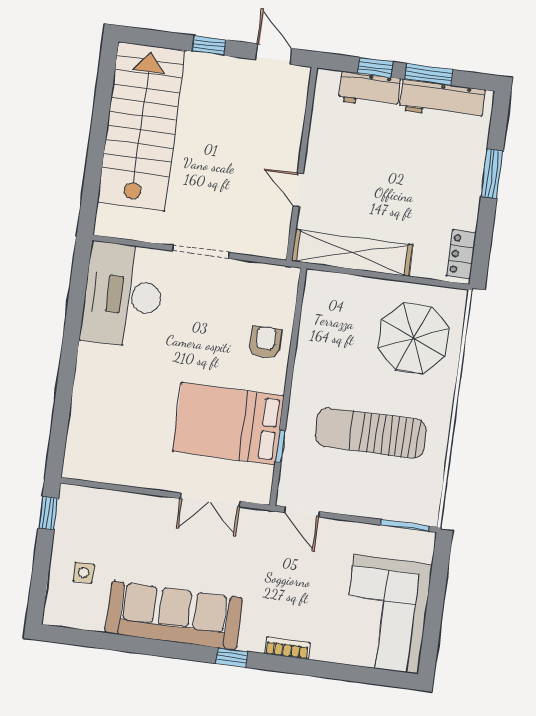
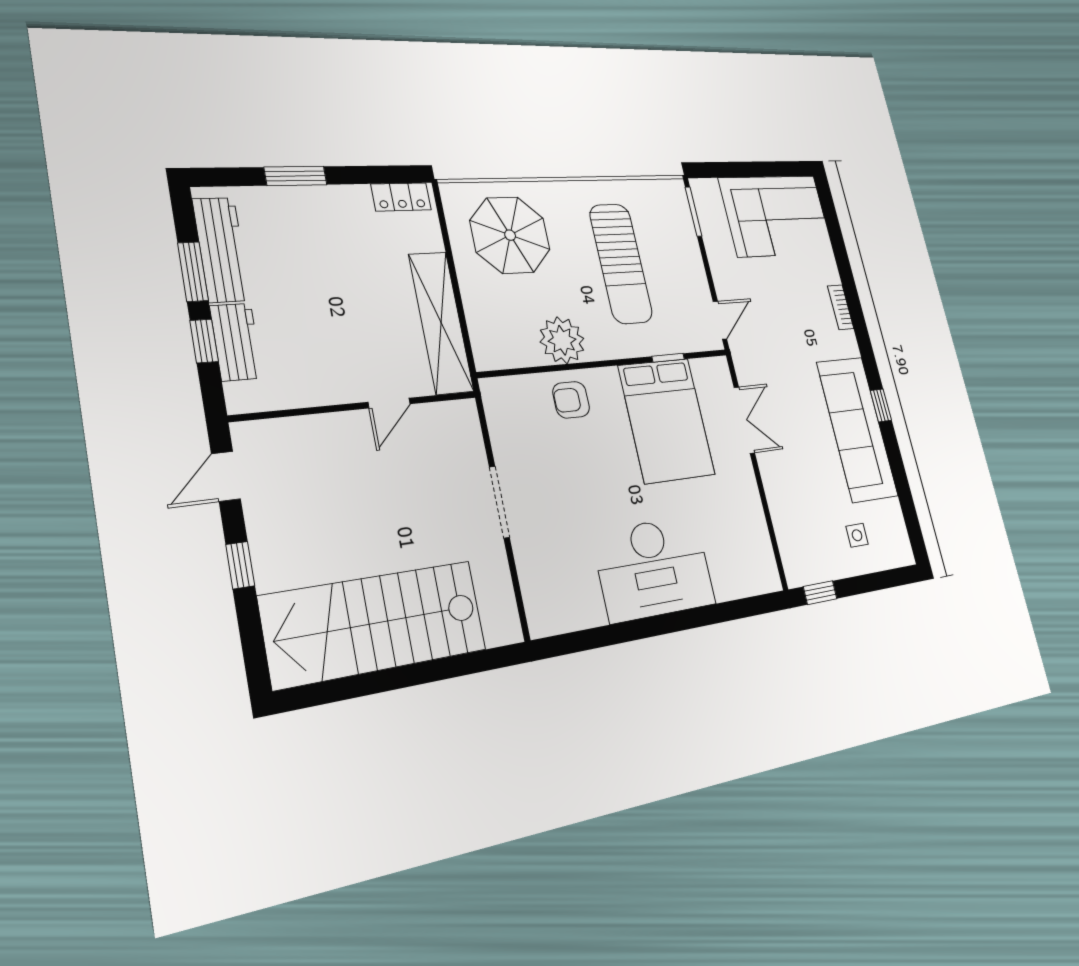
desk: (123, 295) -> (654, 568), moved
plant: (316, 353) -> (562, 340), added
window: (232, 658) -> (881, 405), moved

